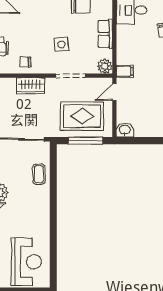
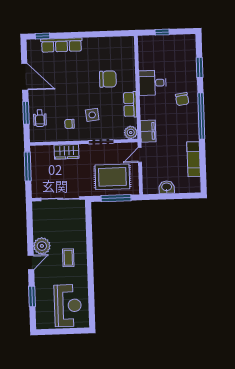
chair: (25, 62) -> (70, 124), moved
filing cabinet: (125, 71) -> (148, 131), width x2.00
washbasin: (125, 130) -> (167, 187), moved
coffee table: (39, 174) -> (68, 258), moved

